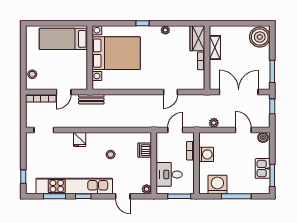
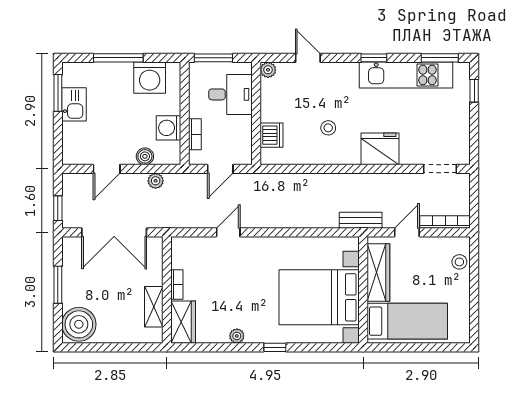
wardrobe: (81, 68) -> (378, 272), added
window: (272, 71) -> (58, 285), moved
door: (243, 130) -> (107, 169), hinge flipped
boiler: (263, 137) -> (145, 156), moved
fridge: (80, 139) -> (380, 149), width x1.88, depth x1.34
kitchen unit: (74, 186) -> (406, 75), width x0.73
window: (55, 196) -> (440, 58), moved

